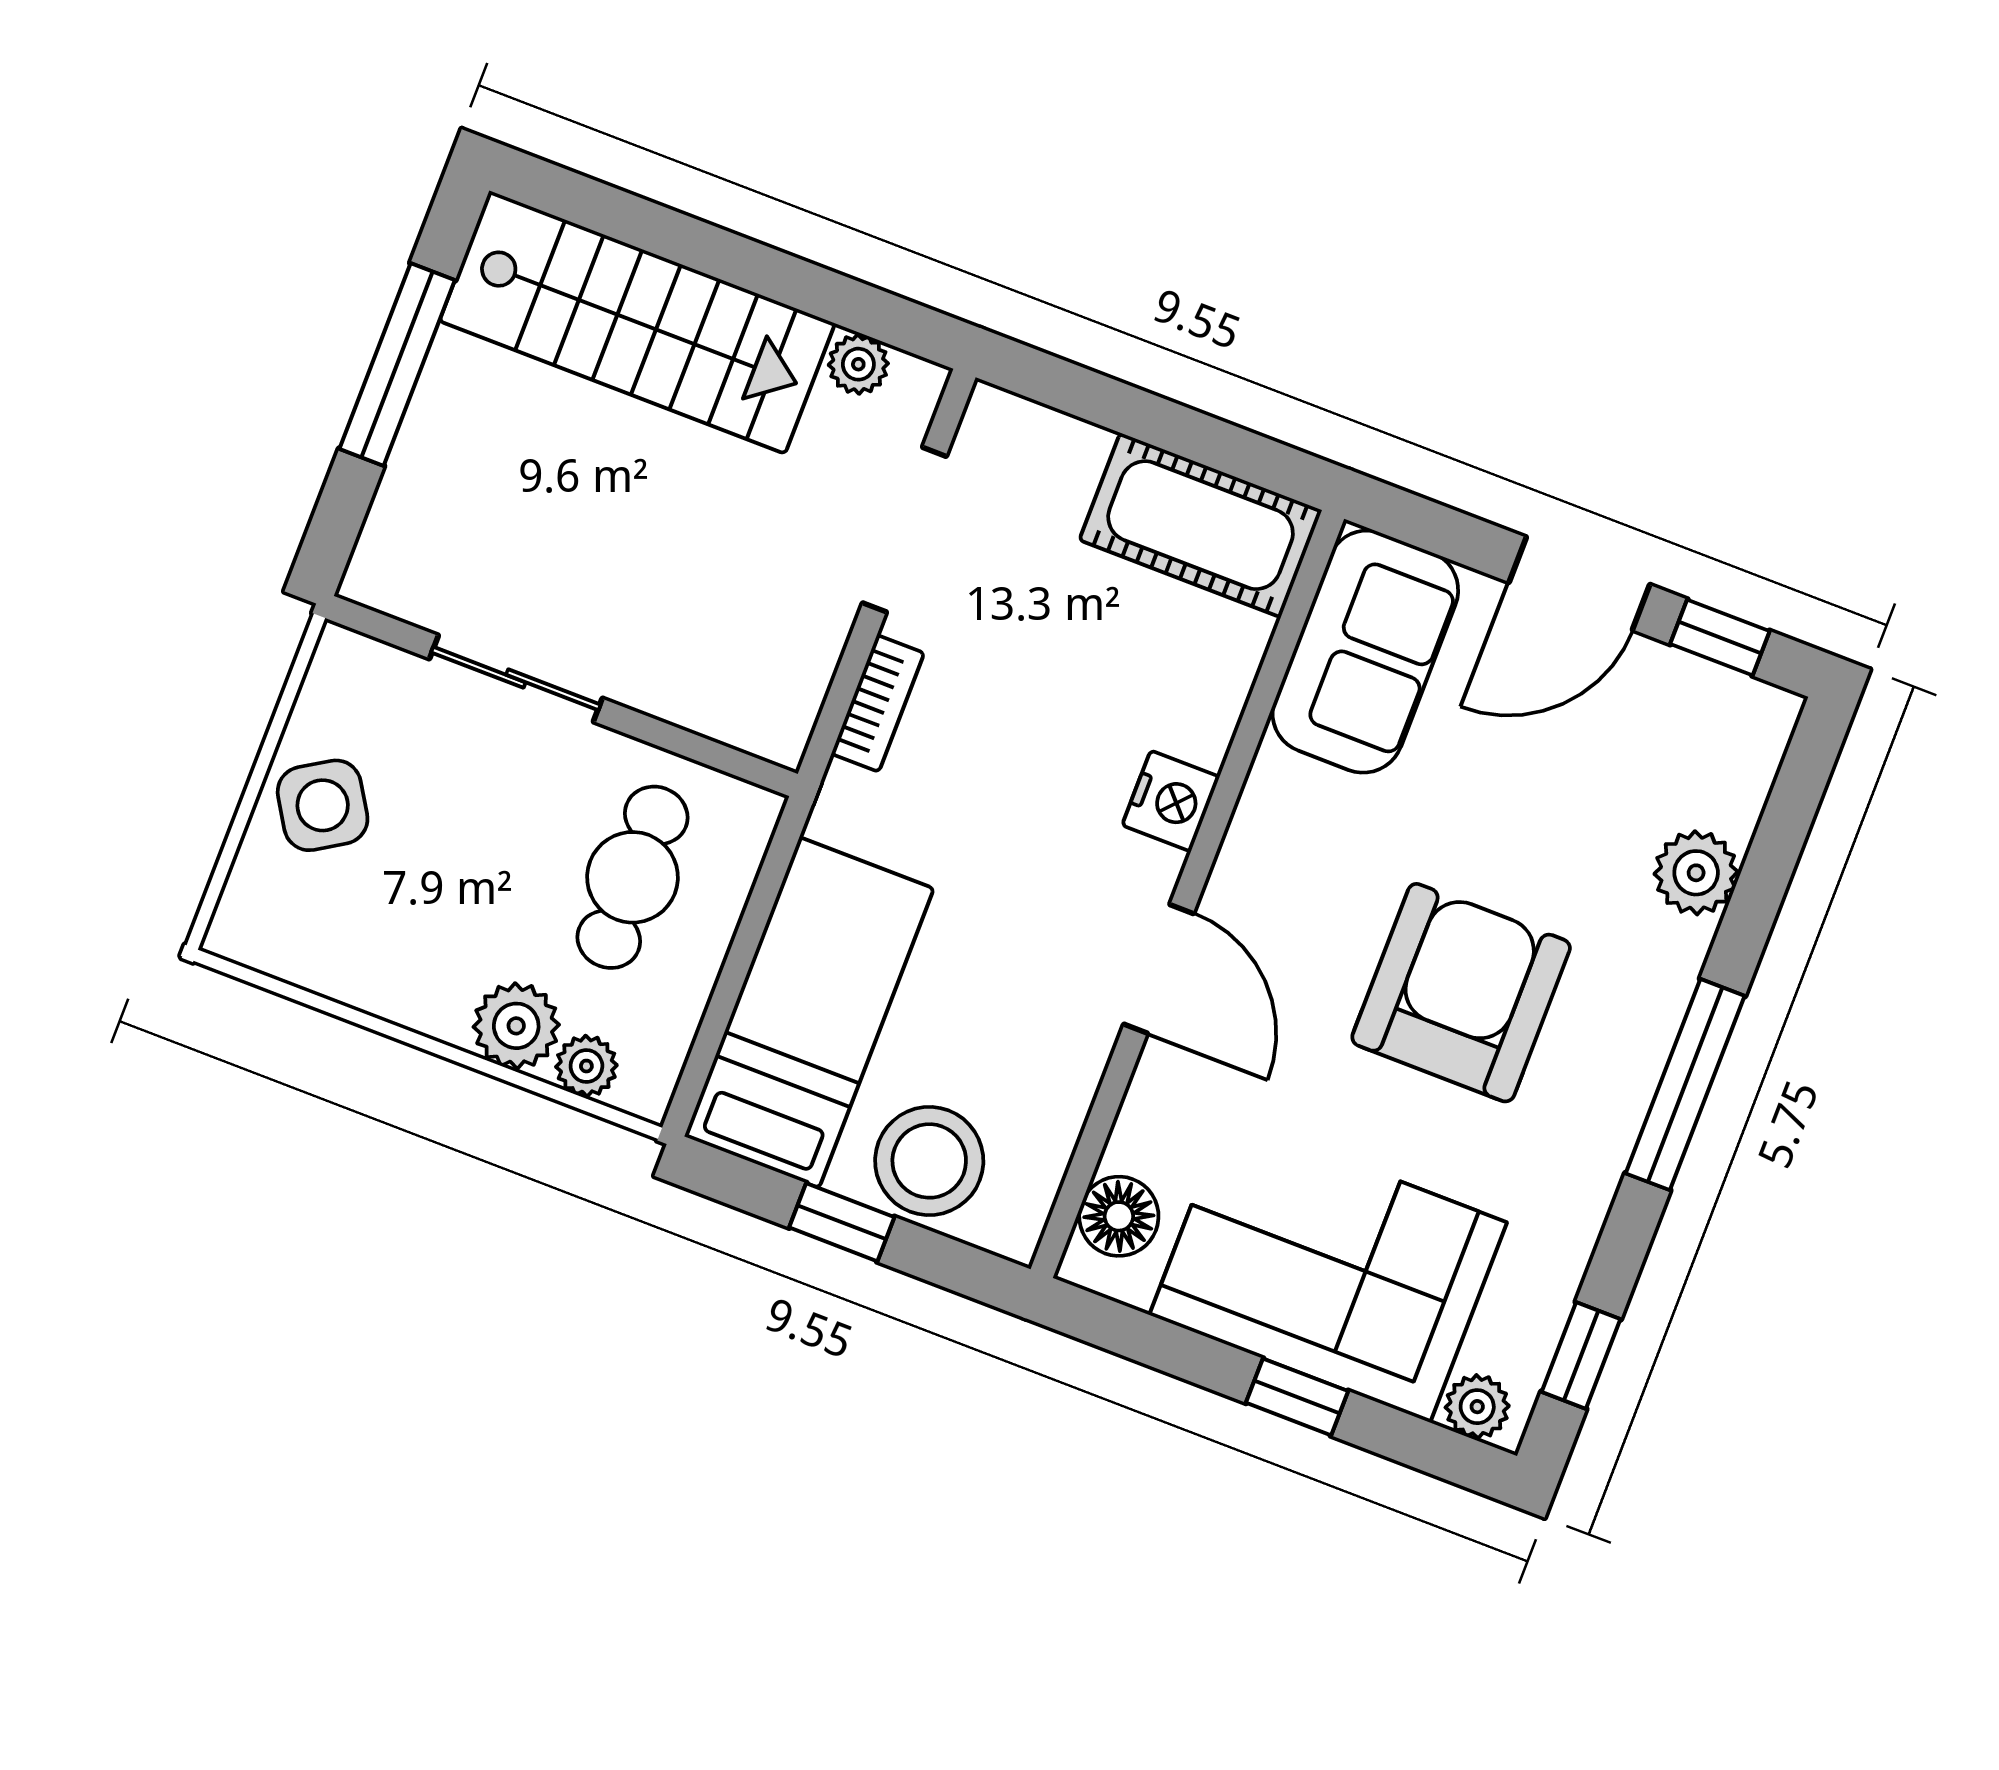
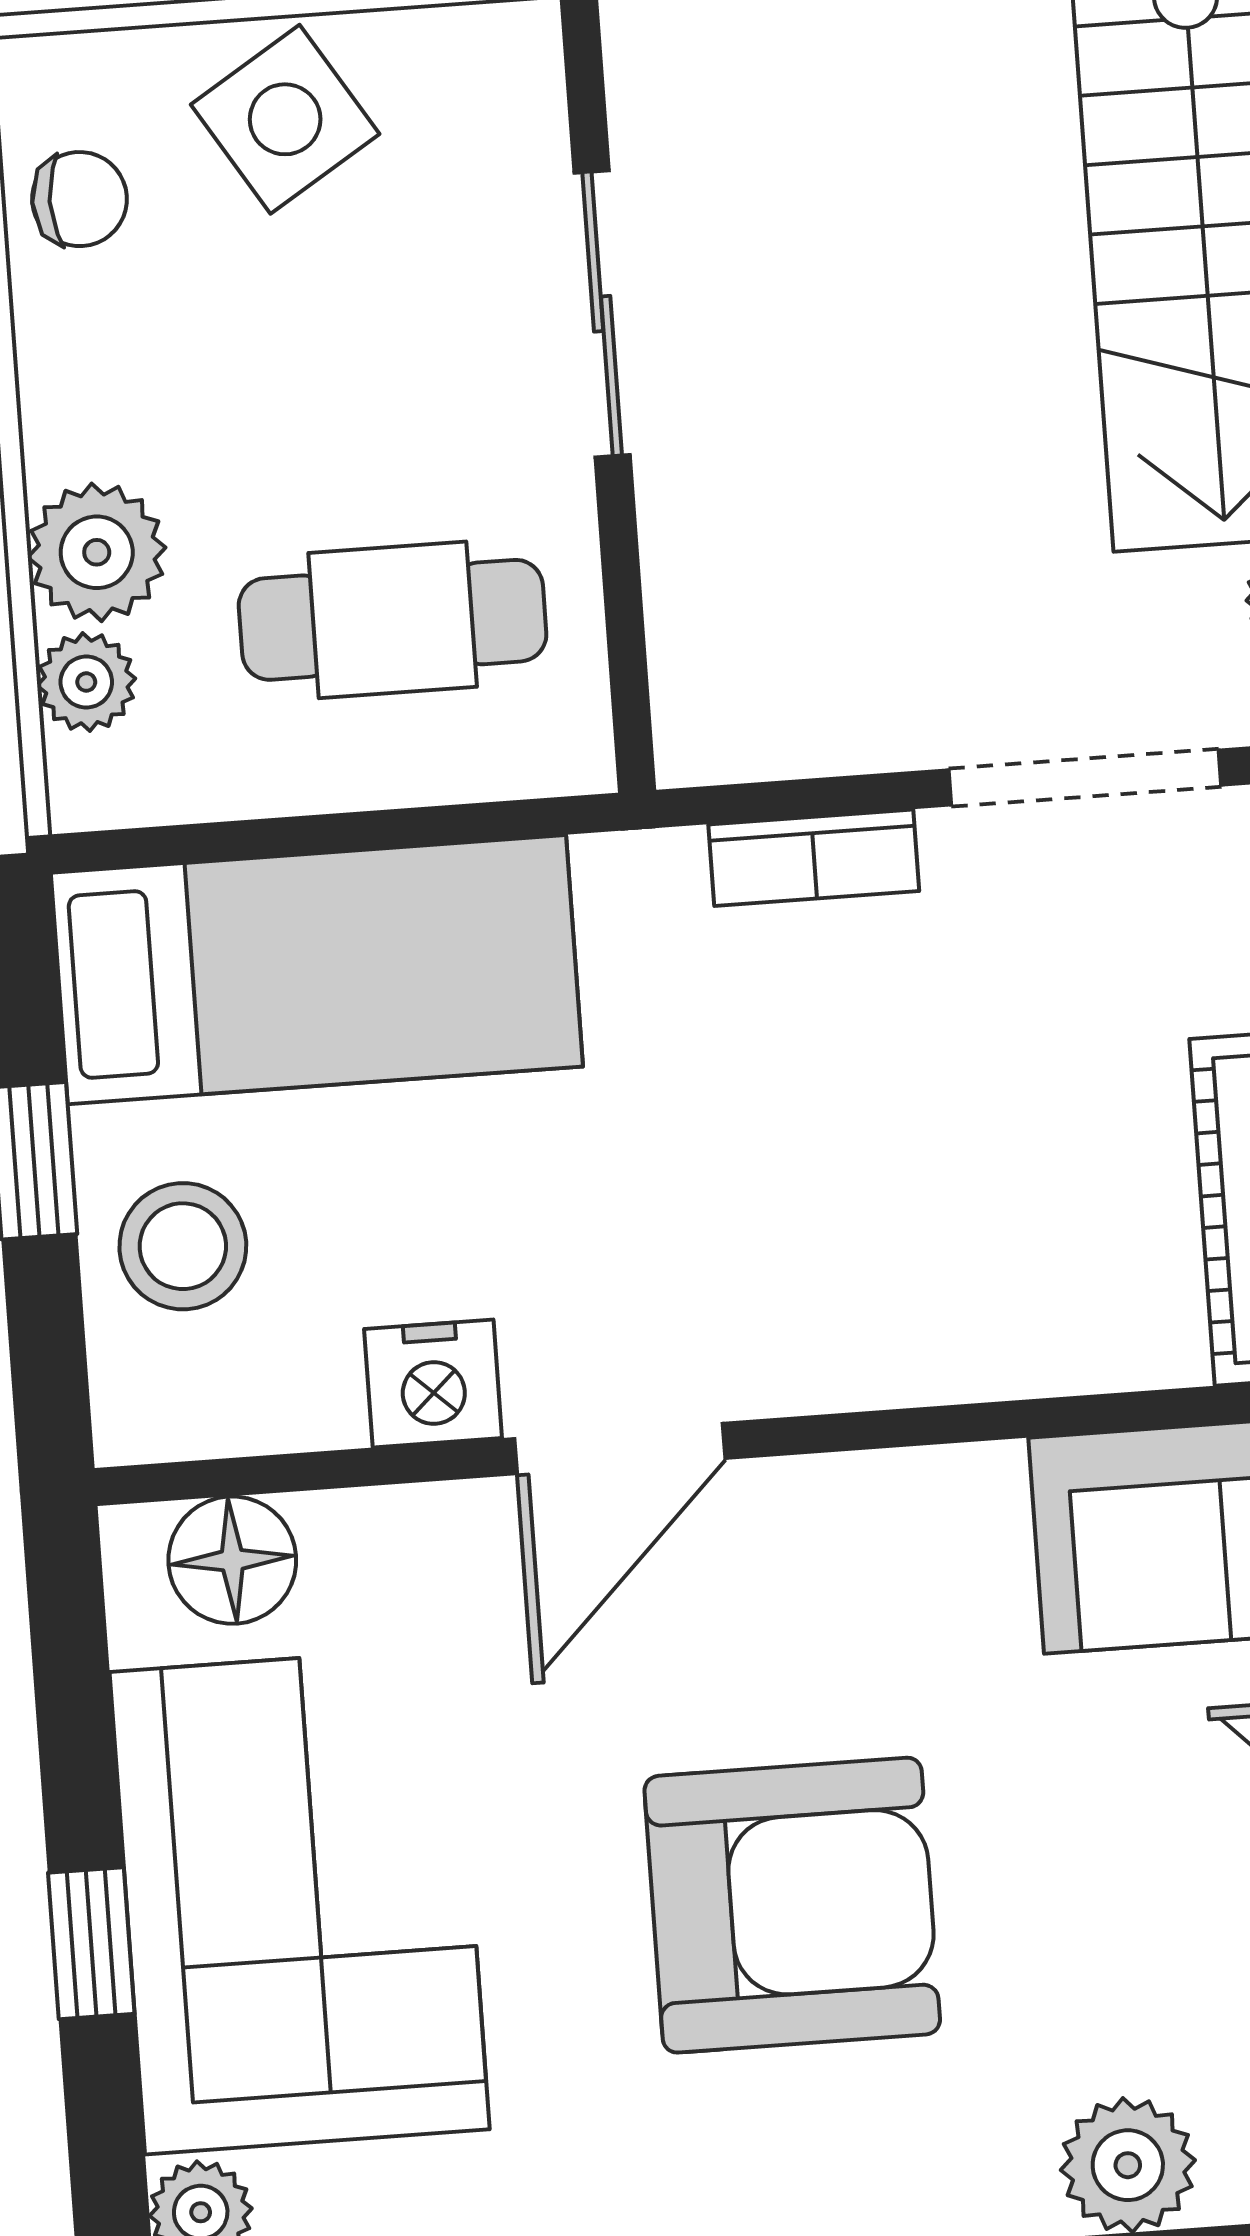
nightstand: (1171, 801) -> (433, 1384), moved
chair: (313, 942) -> (80, 199), added
stool: (929, 1161) -> (183, 1246), width x0.73, depth x0.73

